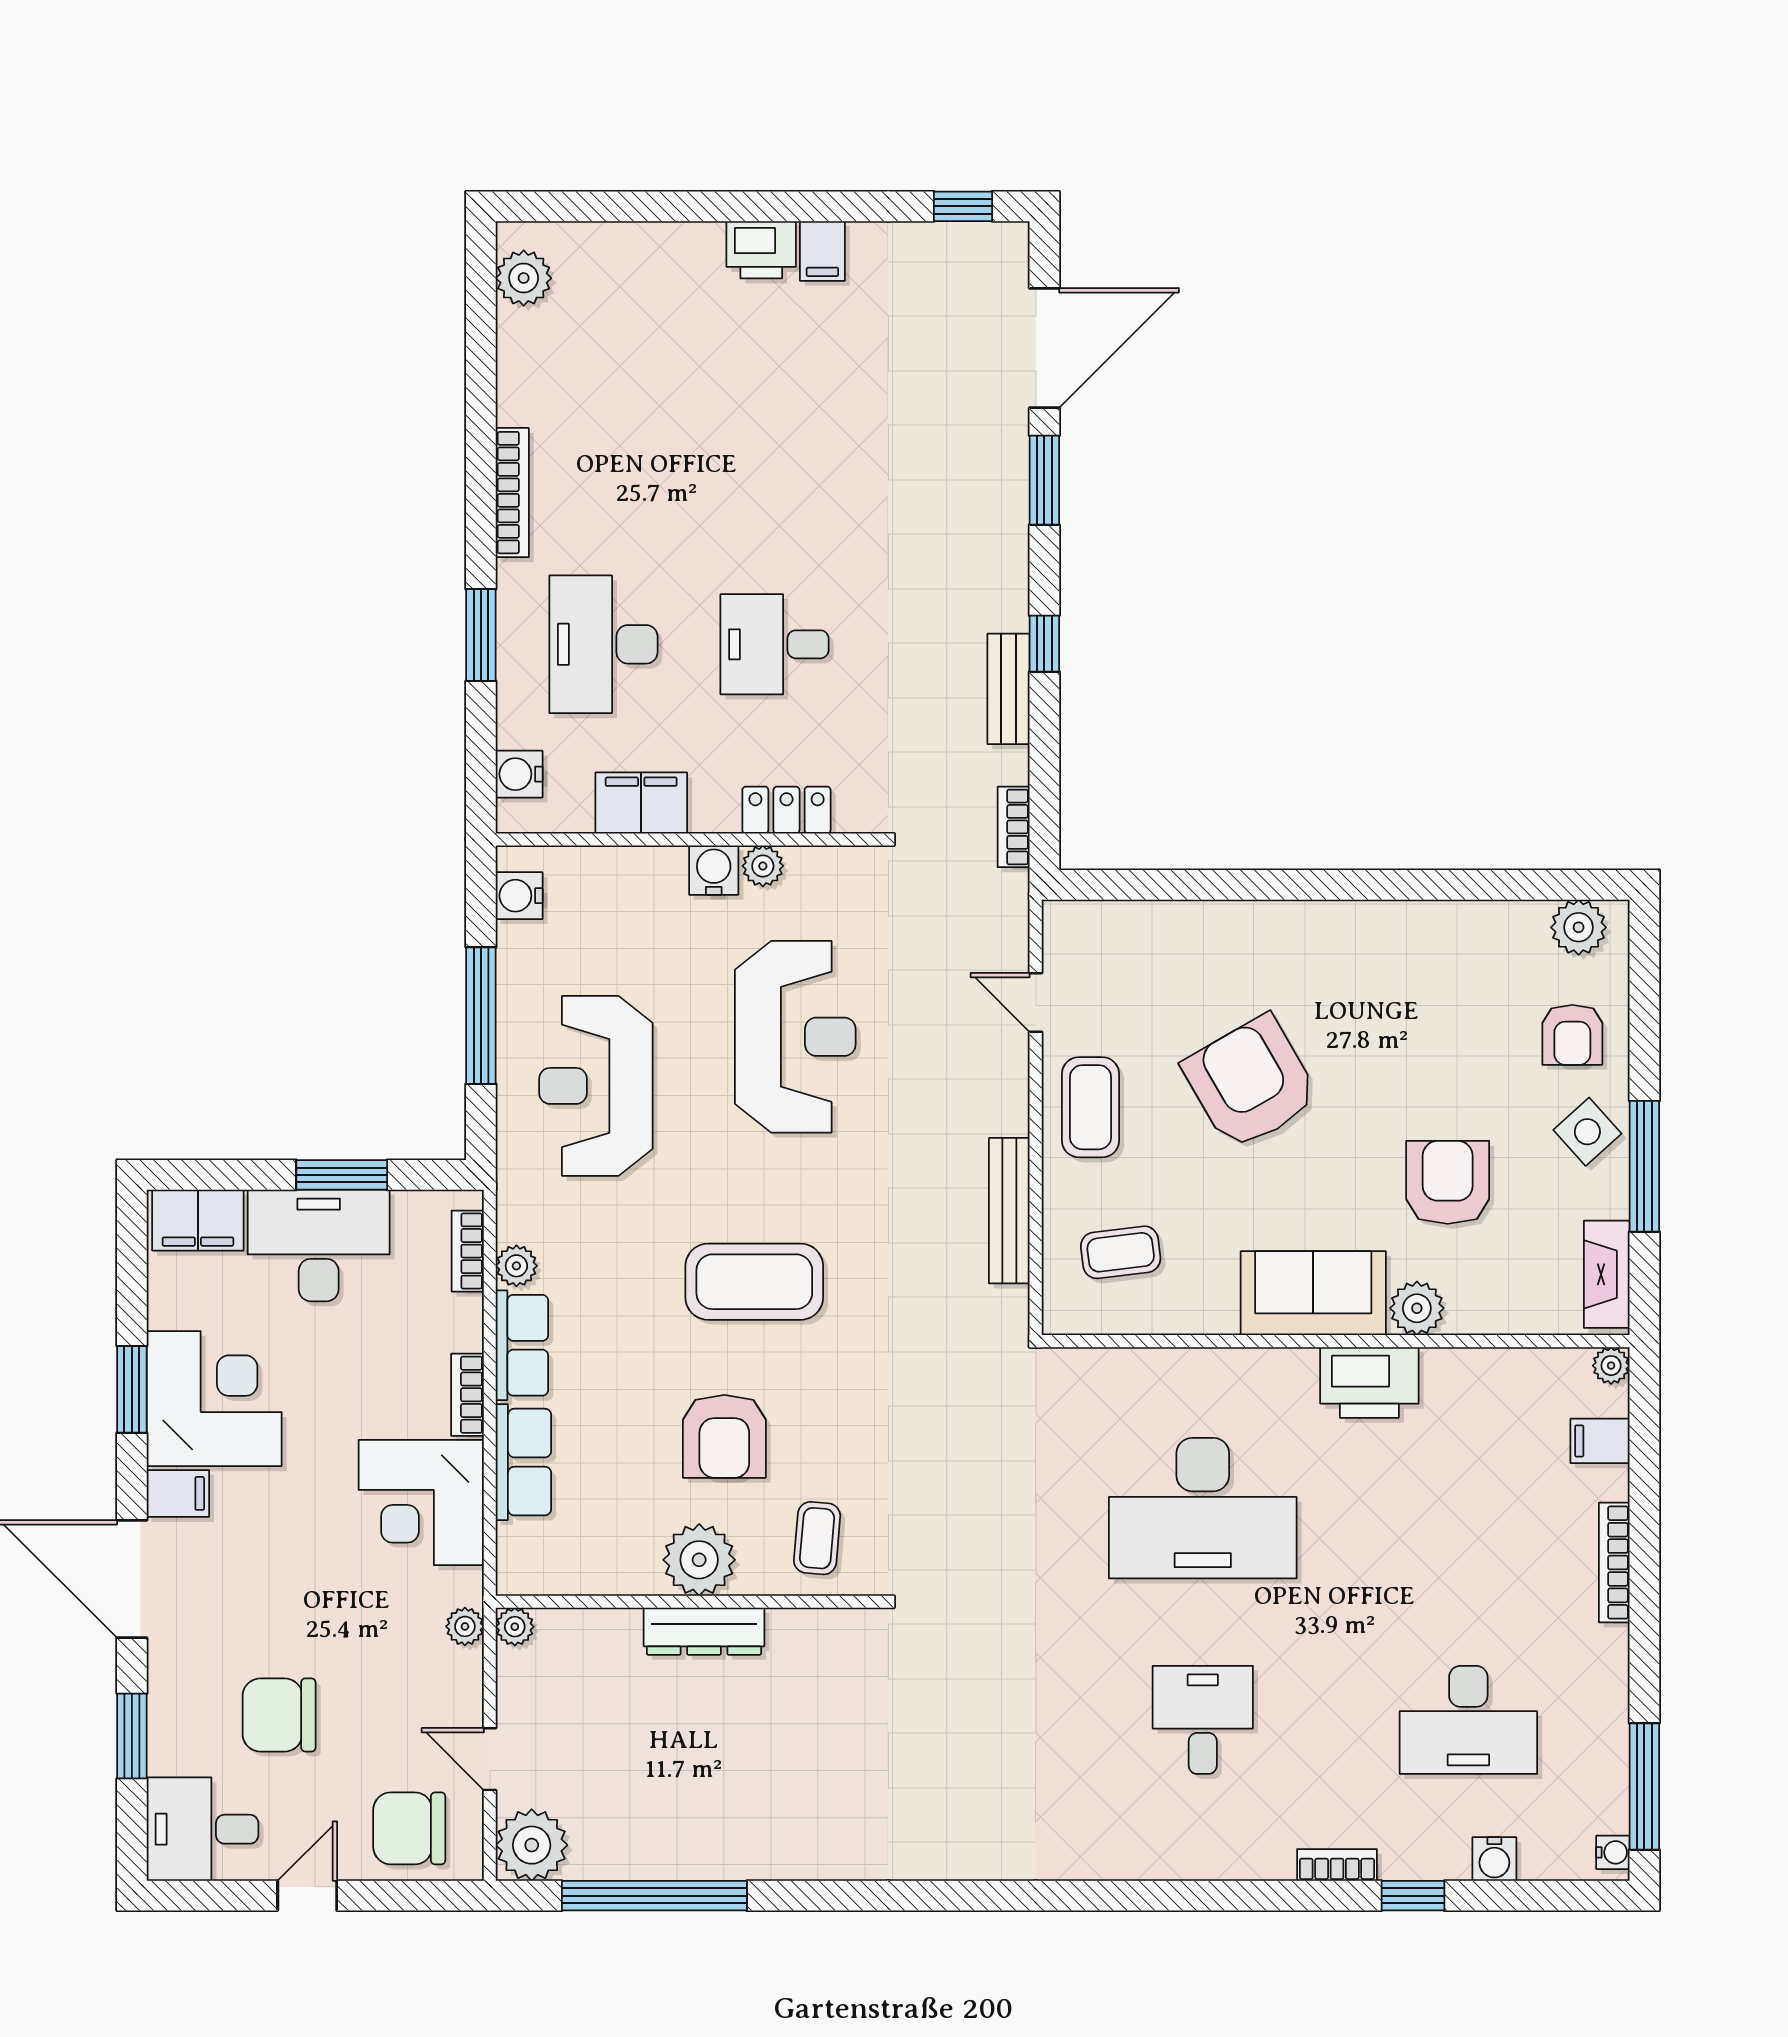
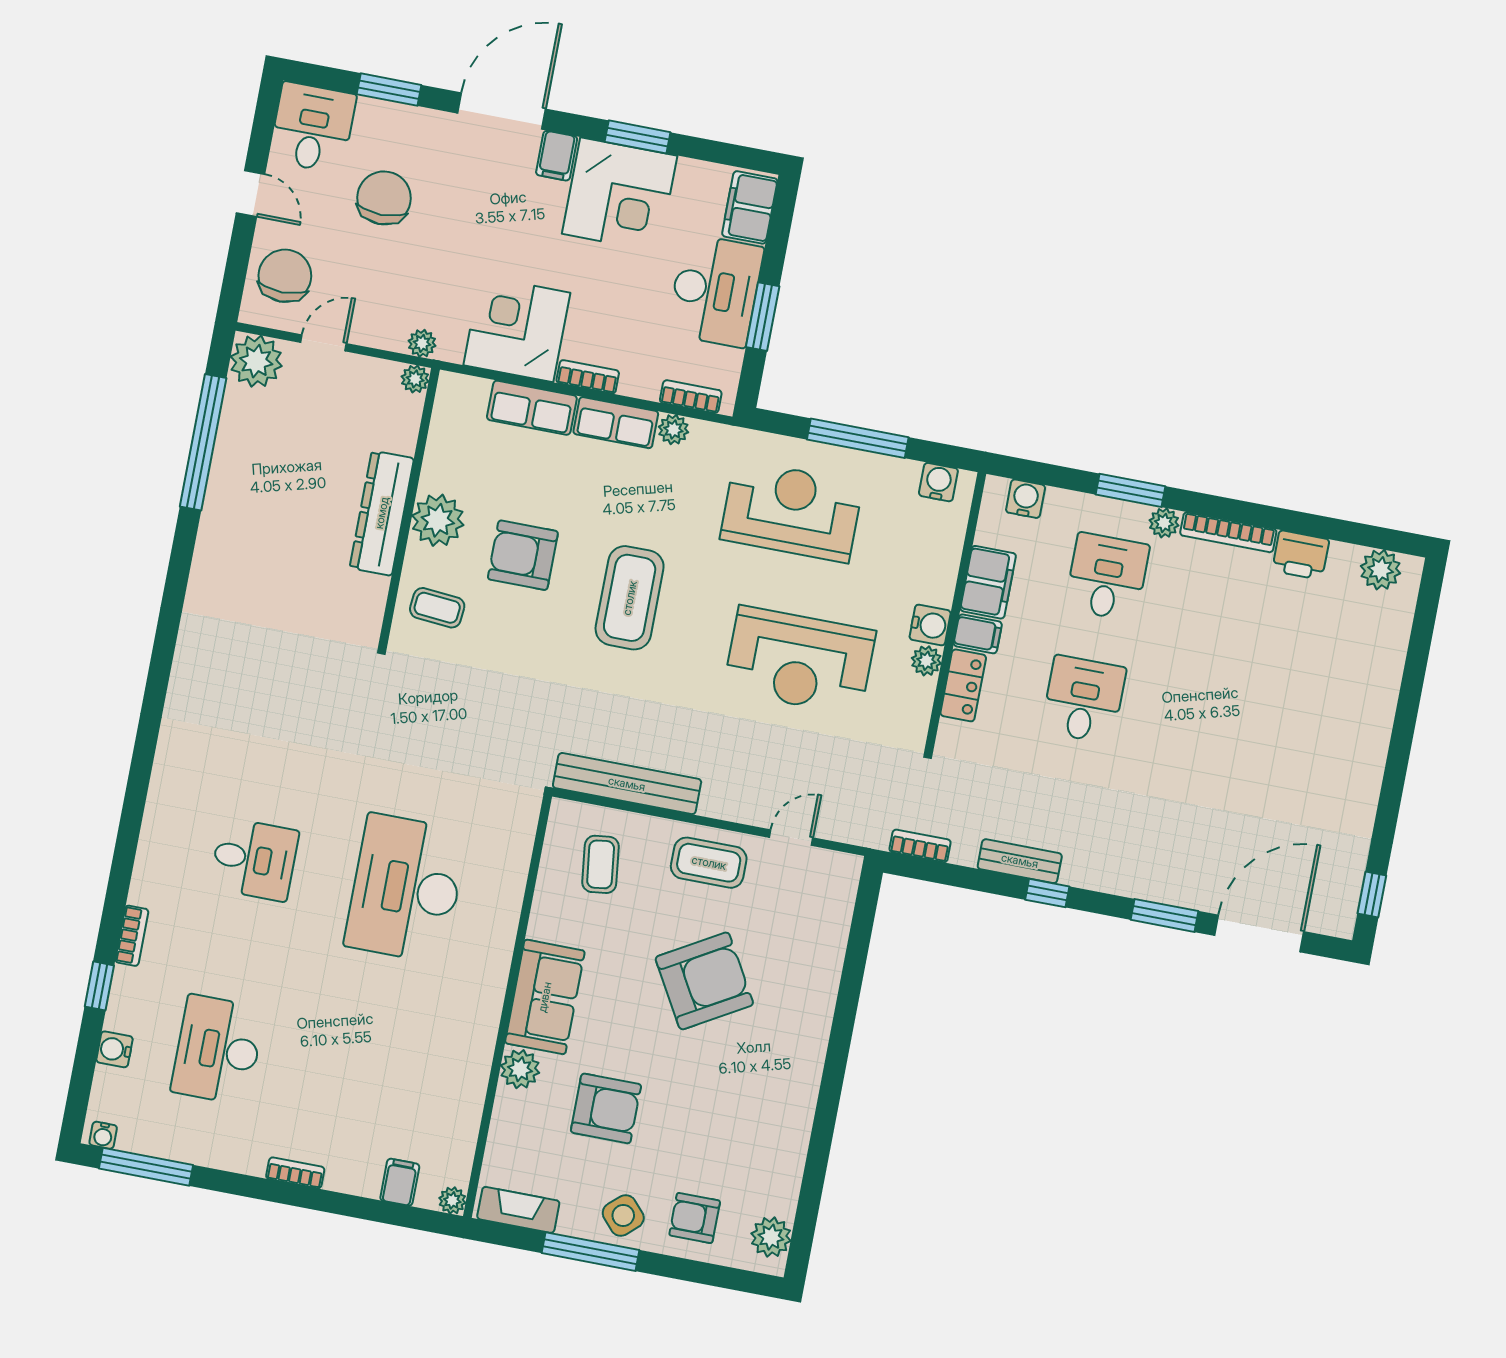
printer: (761, 250) -> (1301, 555), moved, turned -90
filing cabinet: (822, 251) -> (978, 634), moved, turned 180
door: (1044, 348) -> (1259, 933), swing flipped
plant: (516, 582) -> (1164, 523), added
desk: (603, 644) -> (1107, 577), width x0.73
bench: (1009, 1211) -> (627, 784), width x1.37, depth x1.21
printer: (1369, 1382) -> (473, 1025), removed
bookcase: (1614, 1563) -> (295, 1173), width x0.64
dresser: (704, 1631) -> (382, 513), width x1.37, depth x1.24

